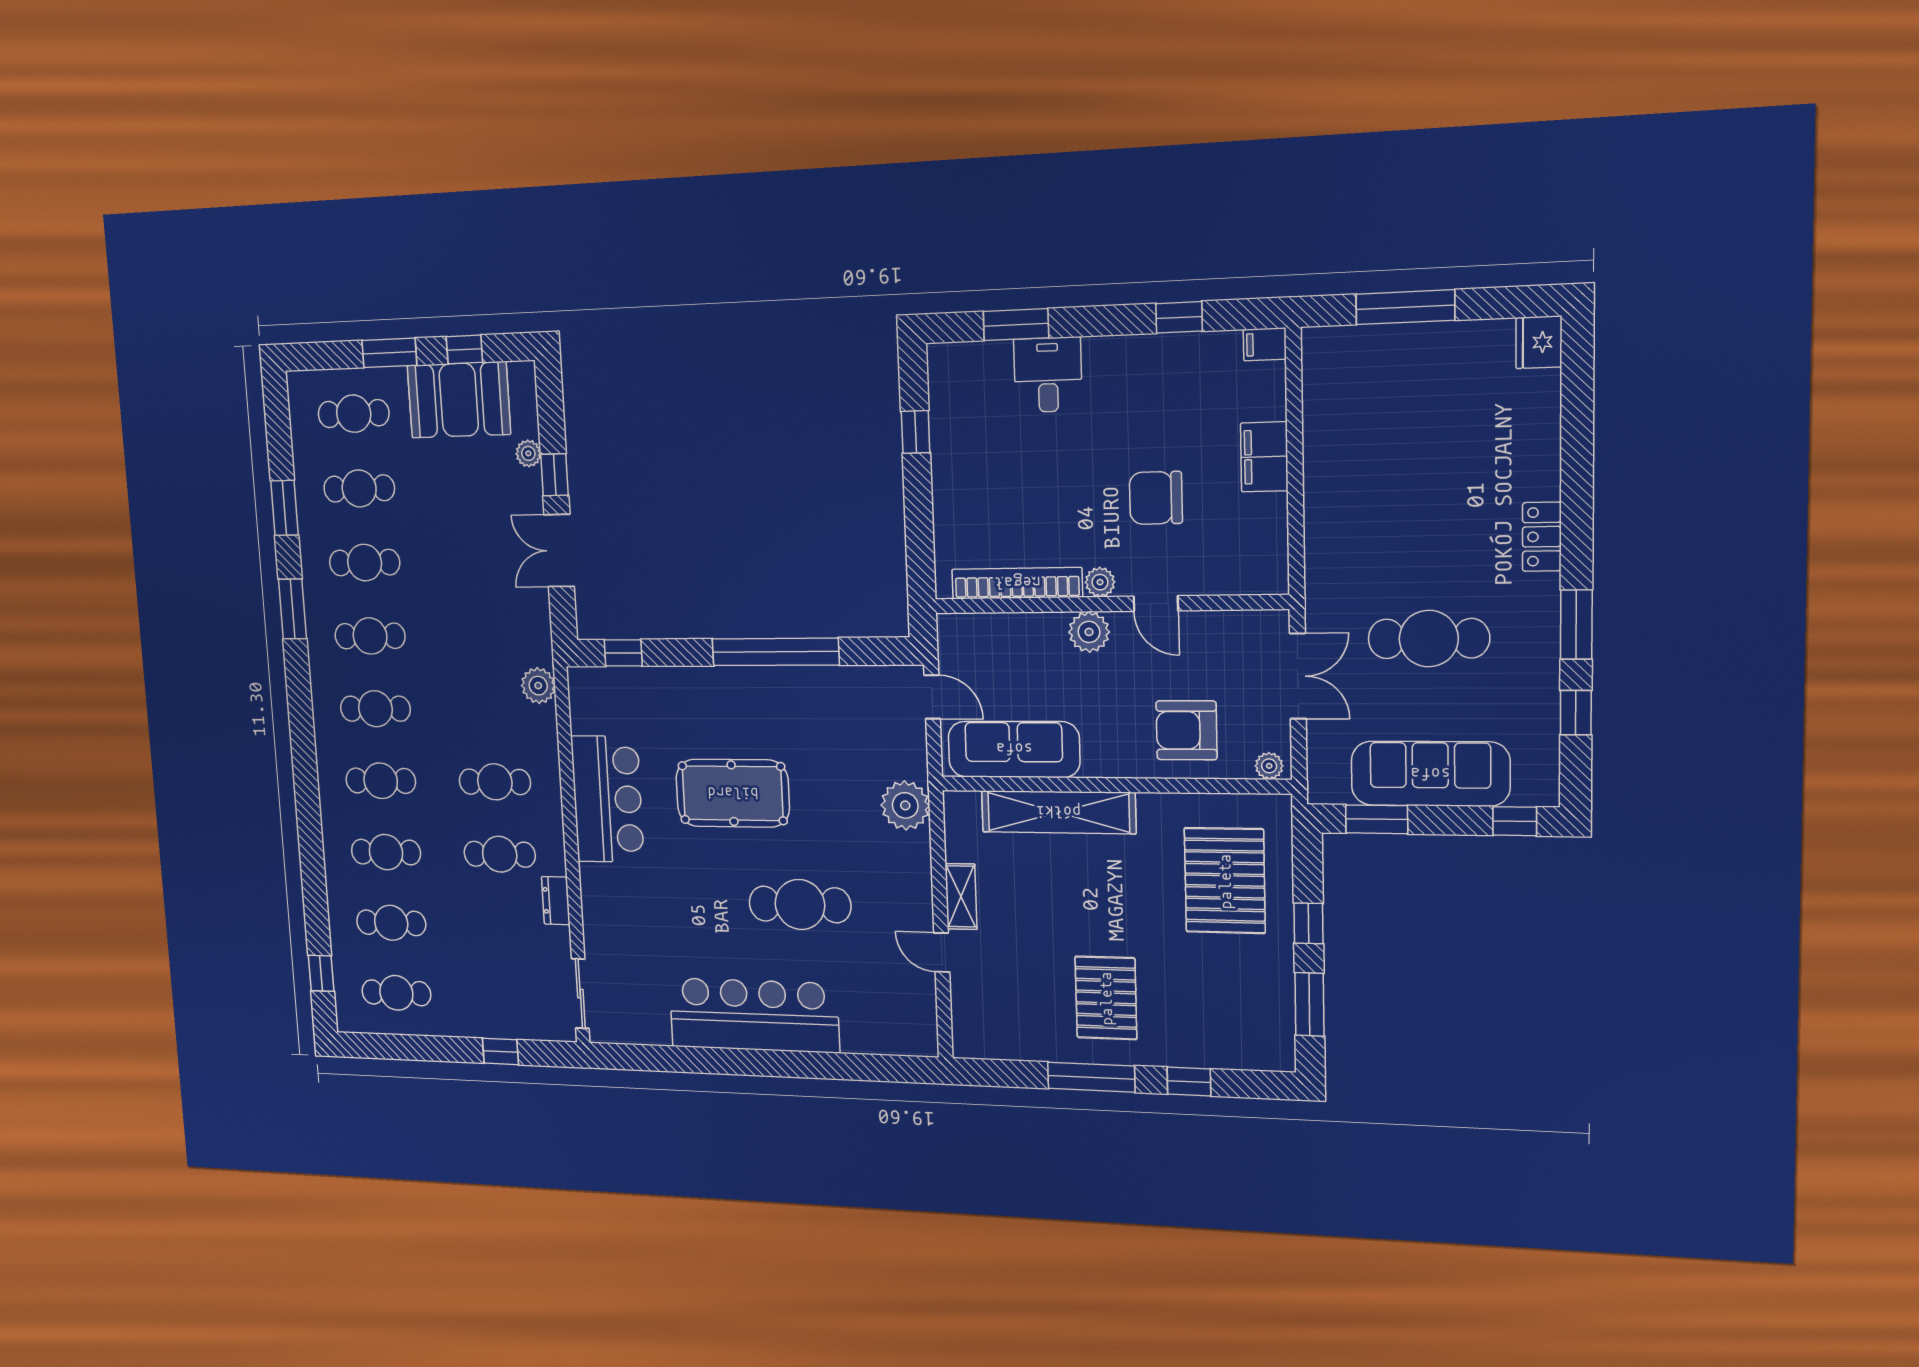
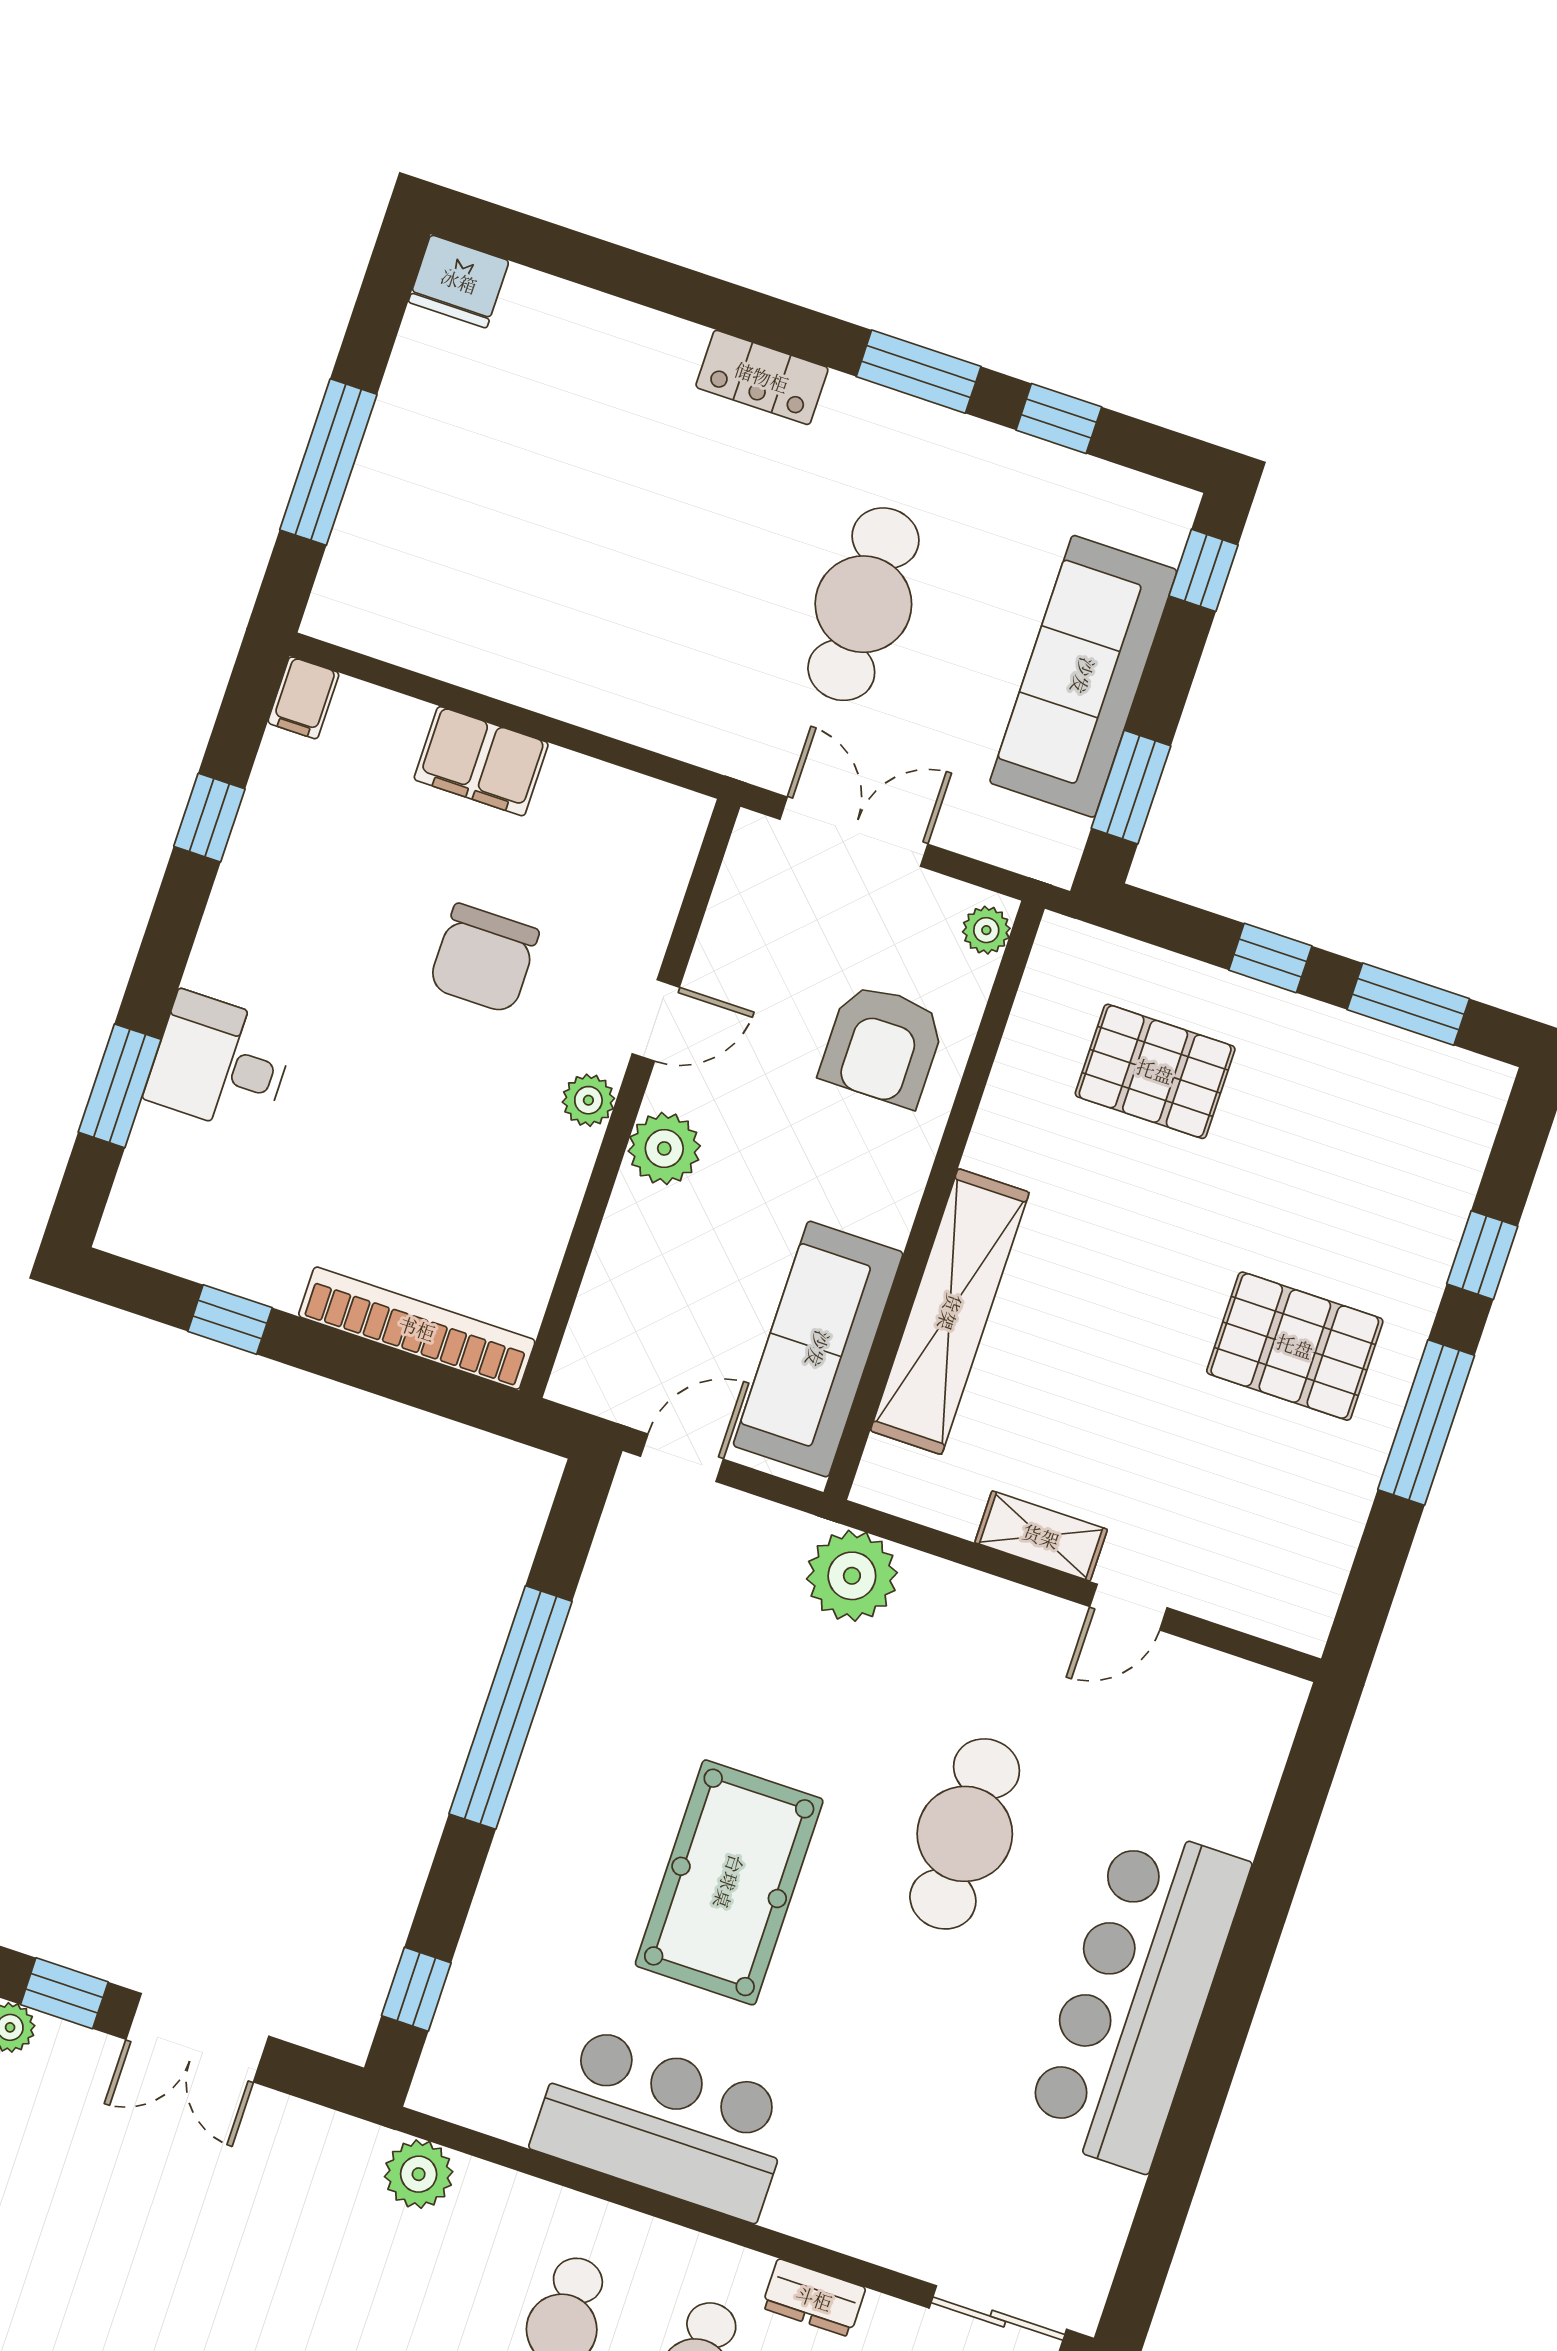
bookcase: (1017, 583) -> (417, 1328), moved, turned 90
pallet: (1225, 881) -> (1155, 1071), width x0.73, depth x0.71

